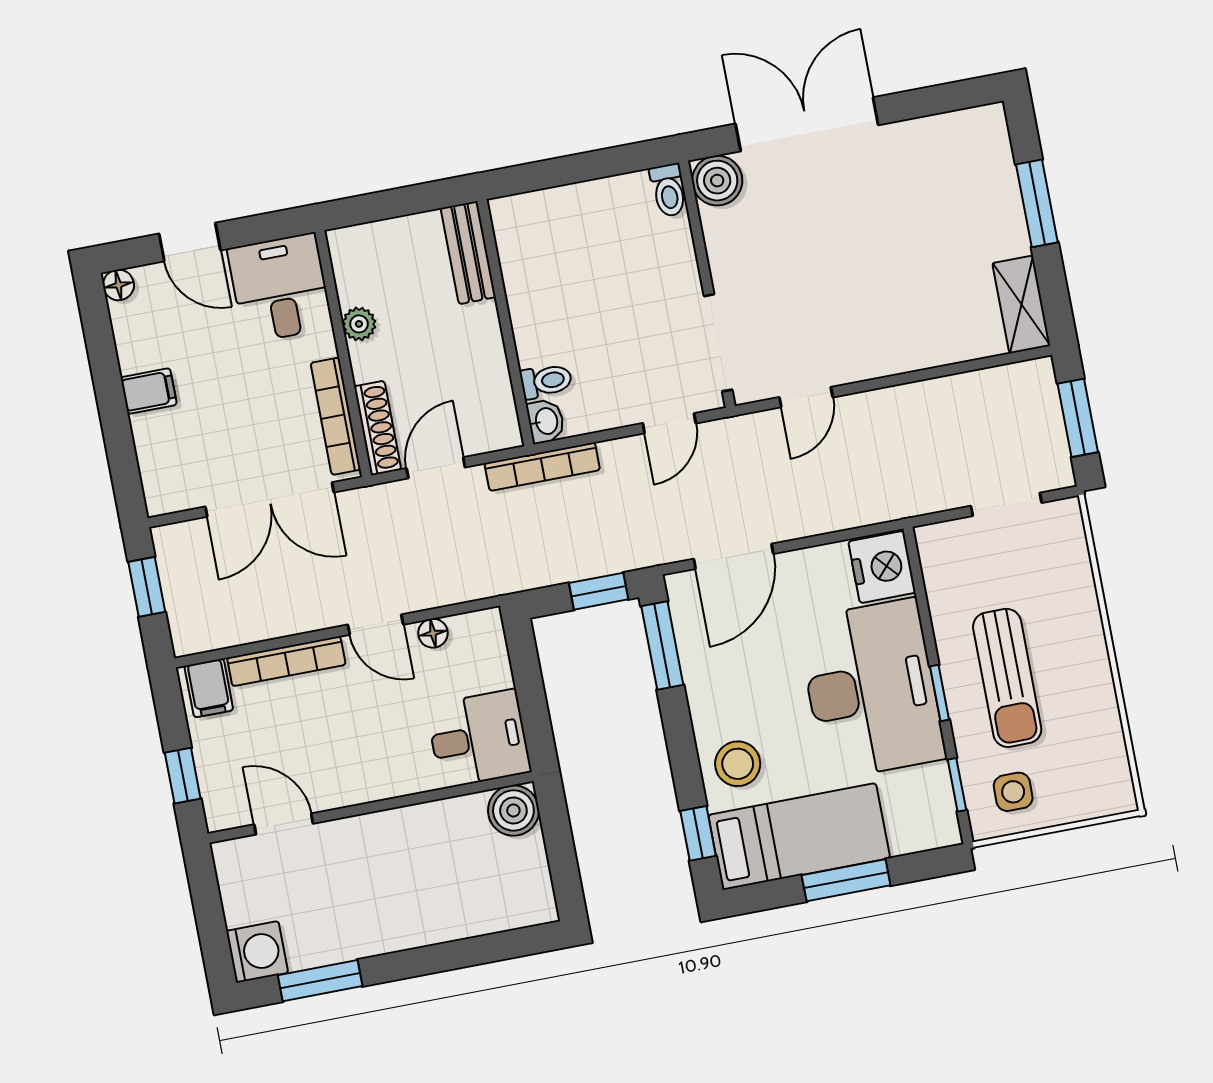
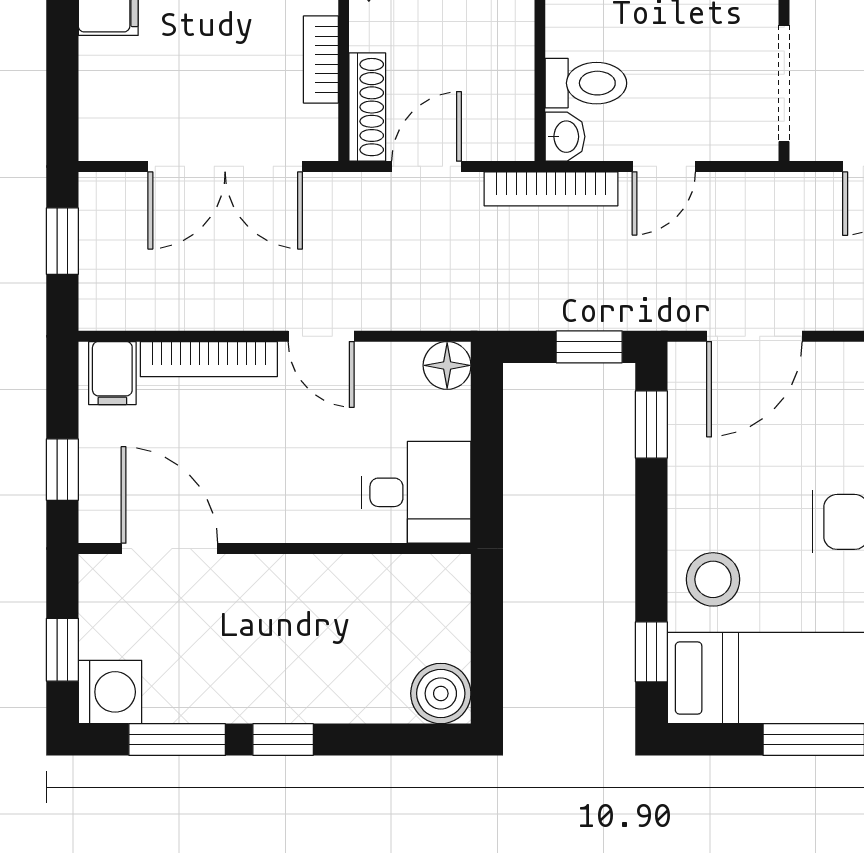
toilet: (546, 381) -> (586, 83), width x1.37, depth x1.39
bookcase: (336, 416) -> (321, 60), width x0.64
door: (669, 423) -> (664, 166), moved
floor lamp: (433, 633) -> (447, 365), moved, width x1.37, depth x1.37
window: (662, 646) -> (651, 425), width x0.67
boiler: (513, 810) -> (441, 693), moved
door: (284, 824) -> (169, 549), width x1.38
window: (211, 924) -> (62, 650), added
window: (408, 964) -> (283, 740), added

